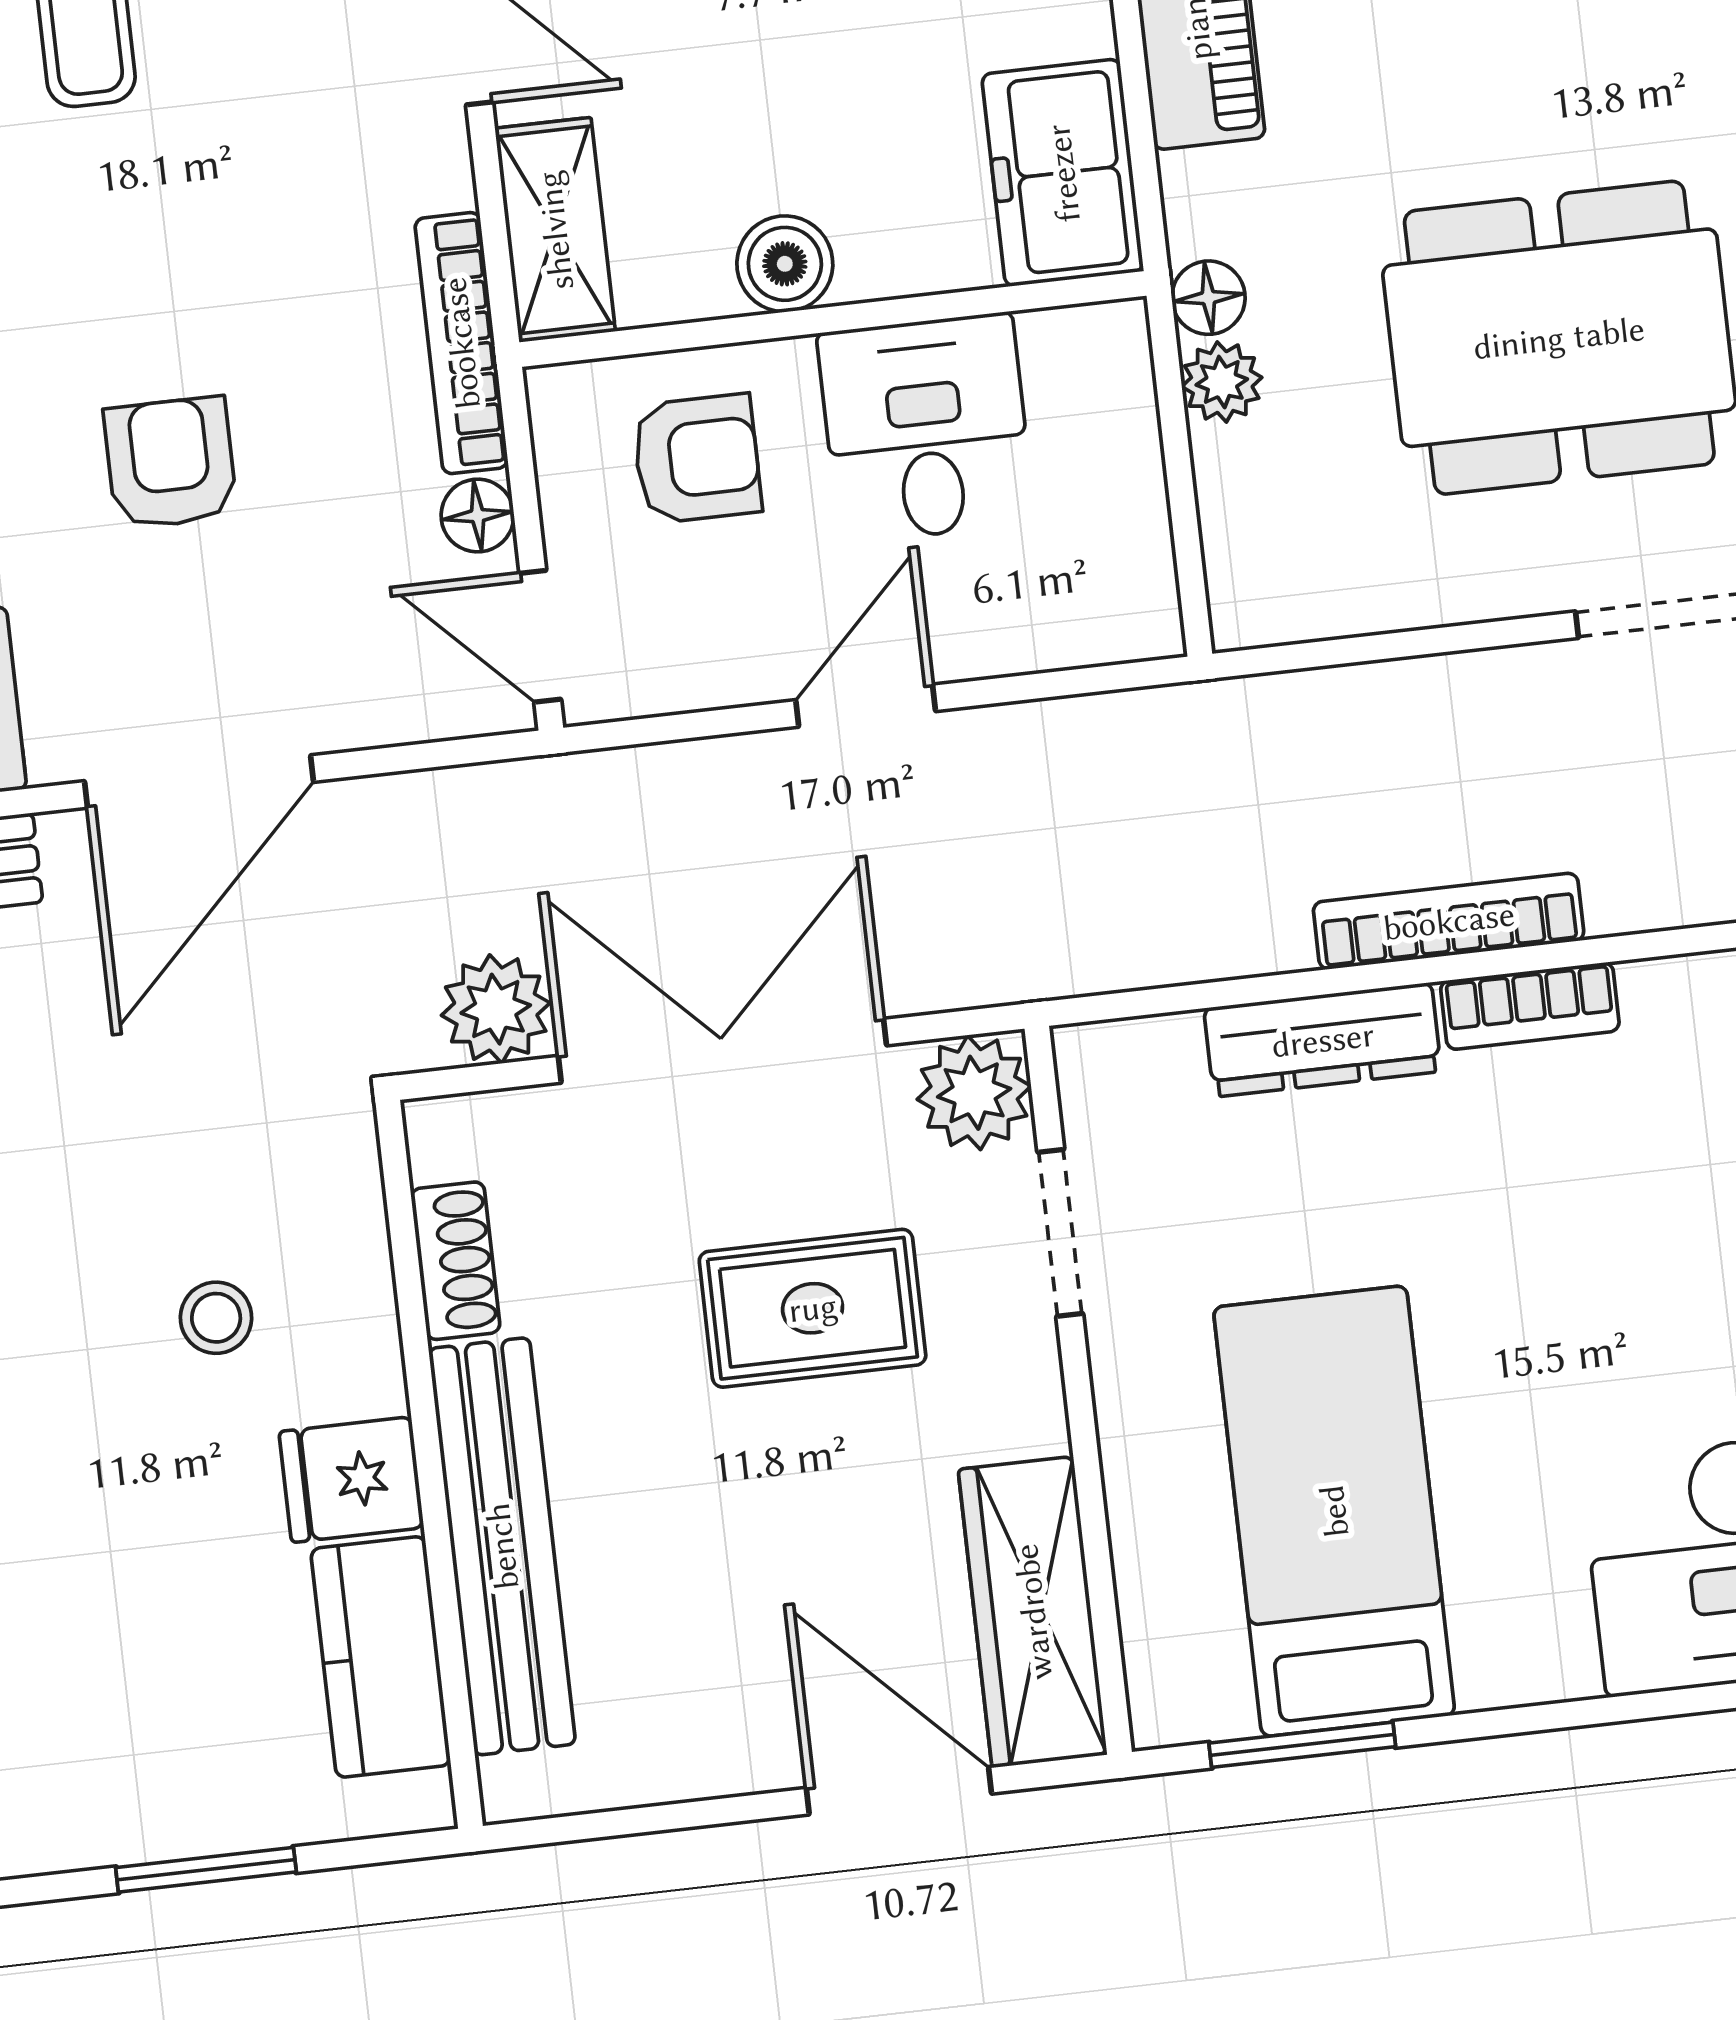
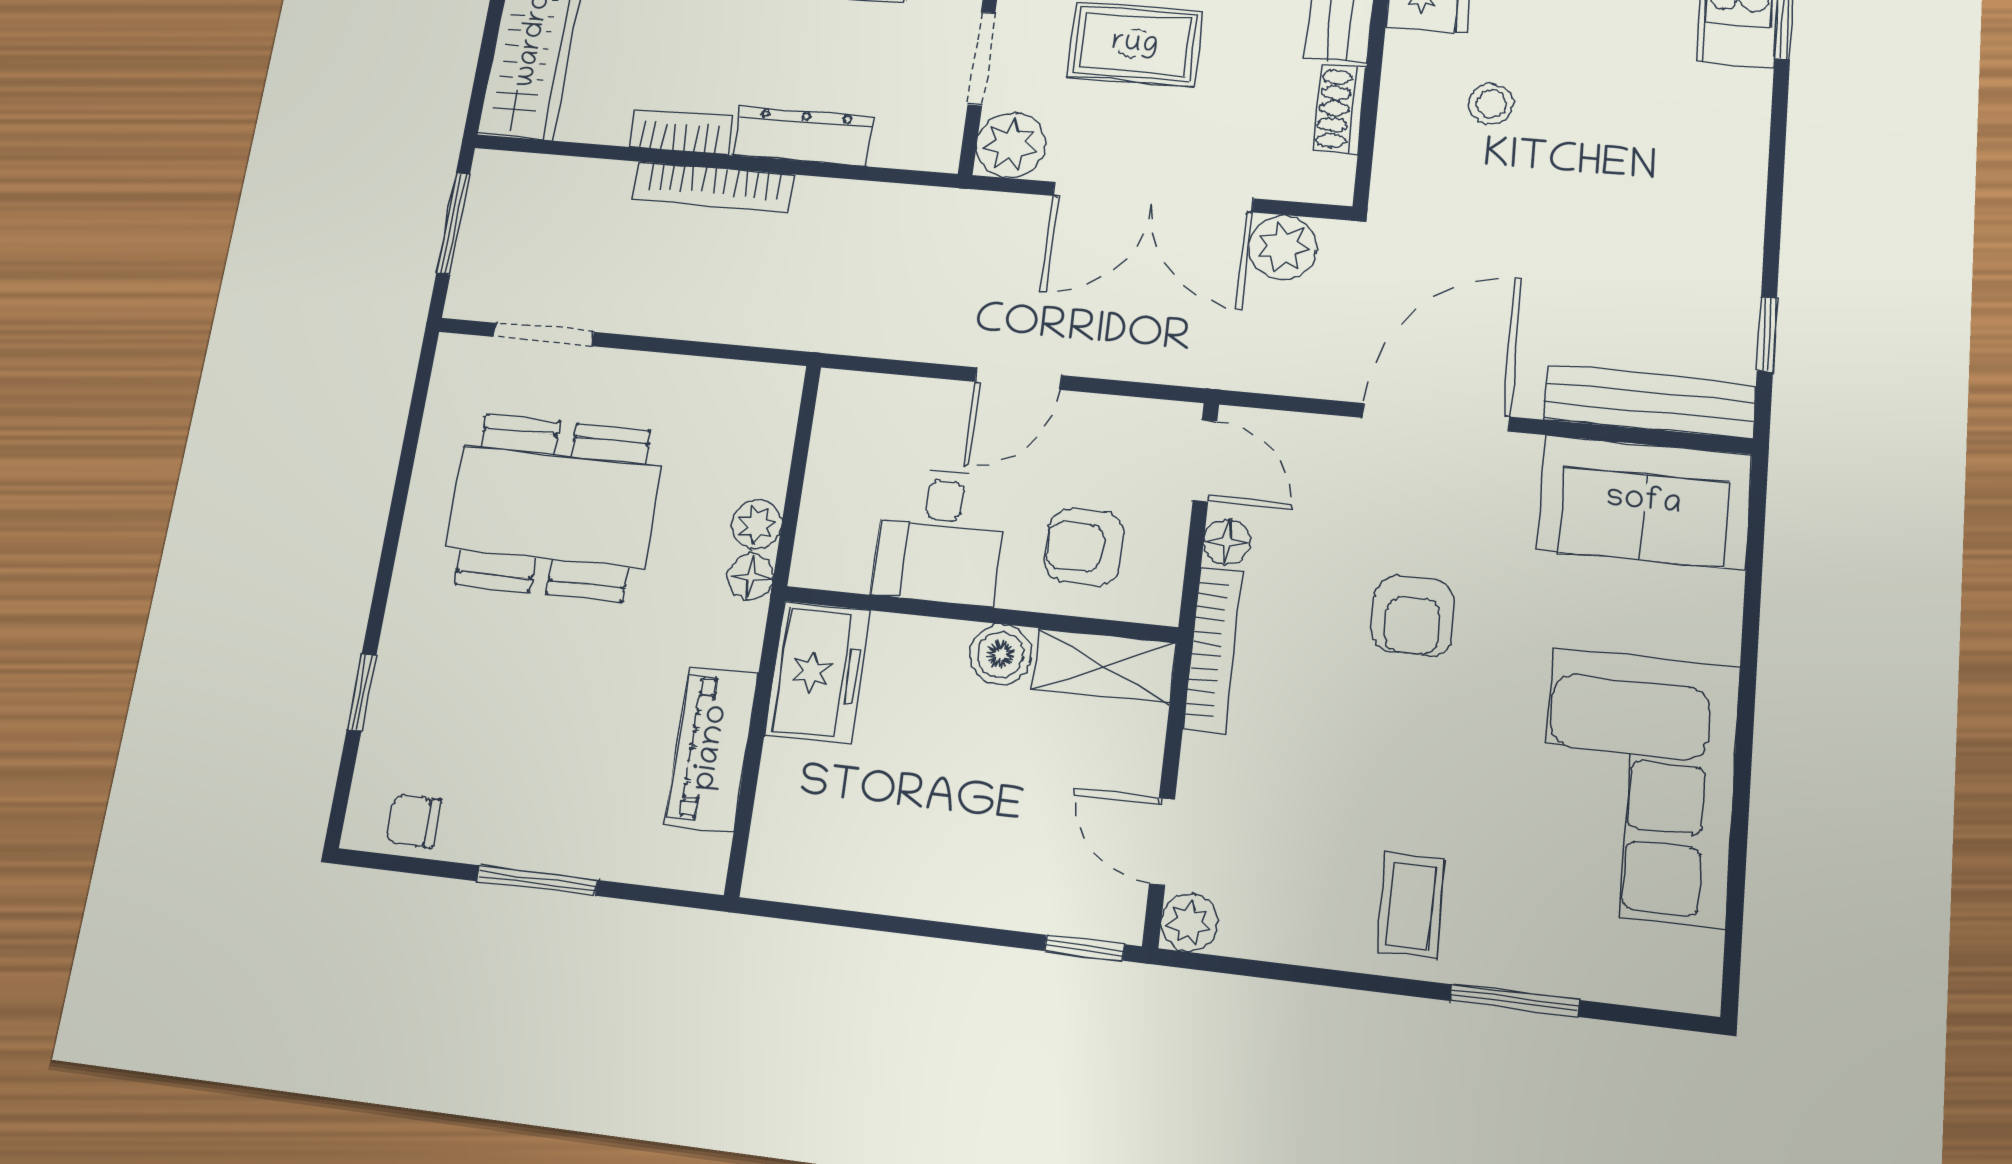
shelving: (555, 230) -> (1104, 666), moved, turned 90

